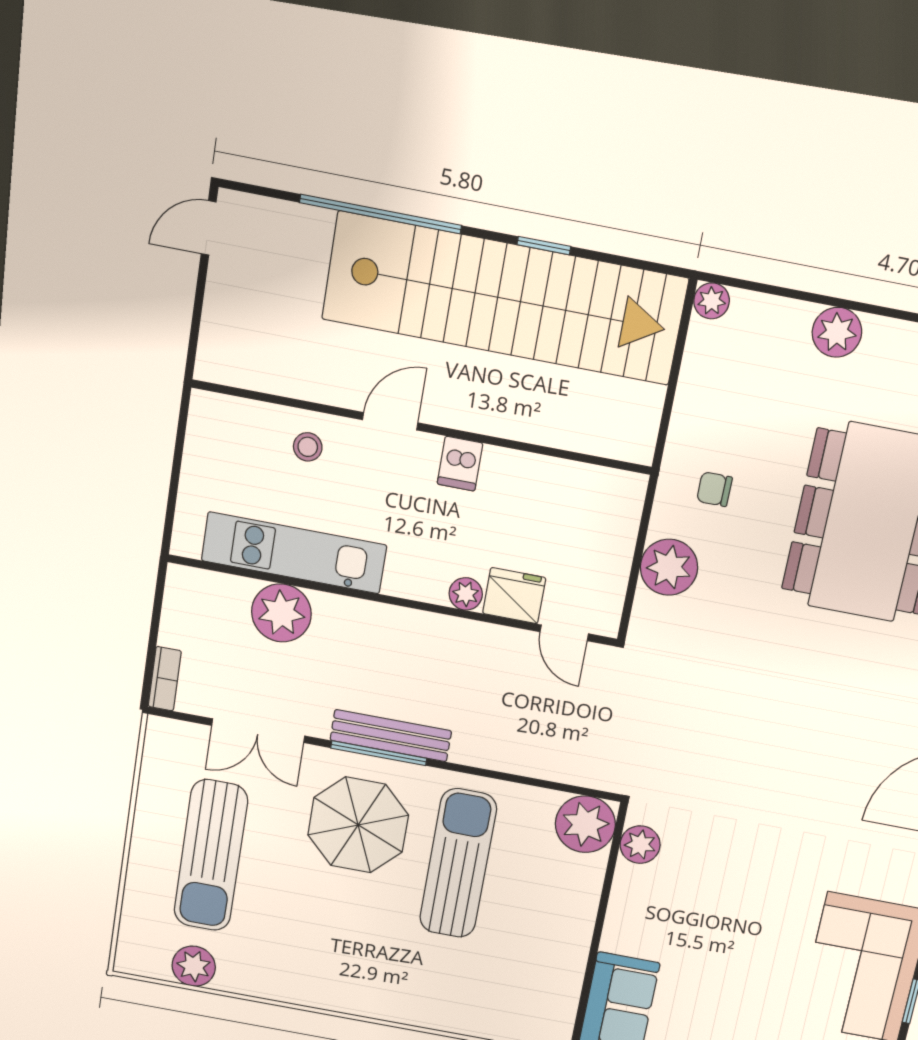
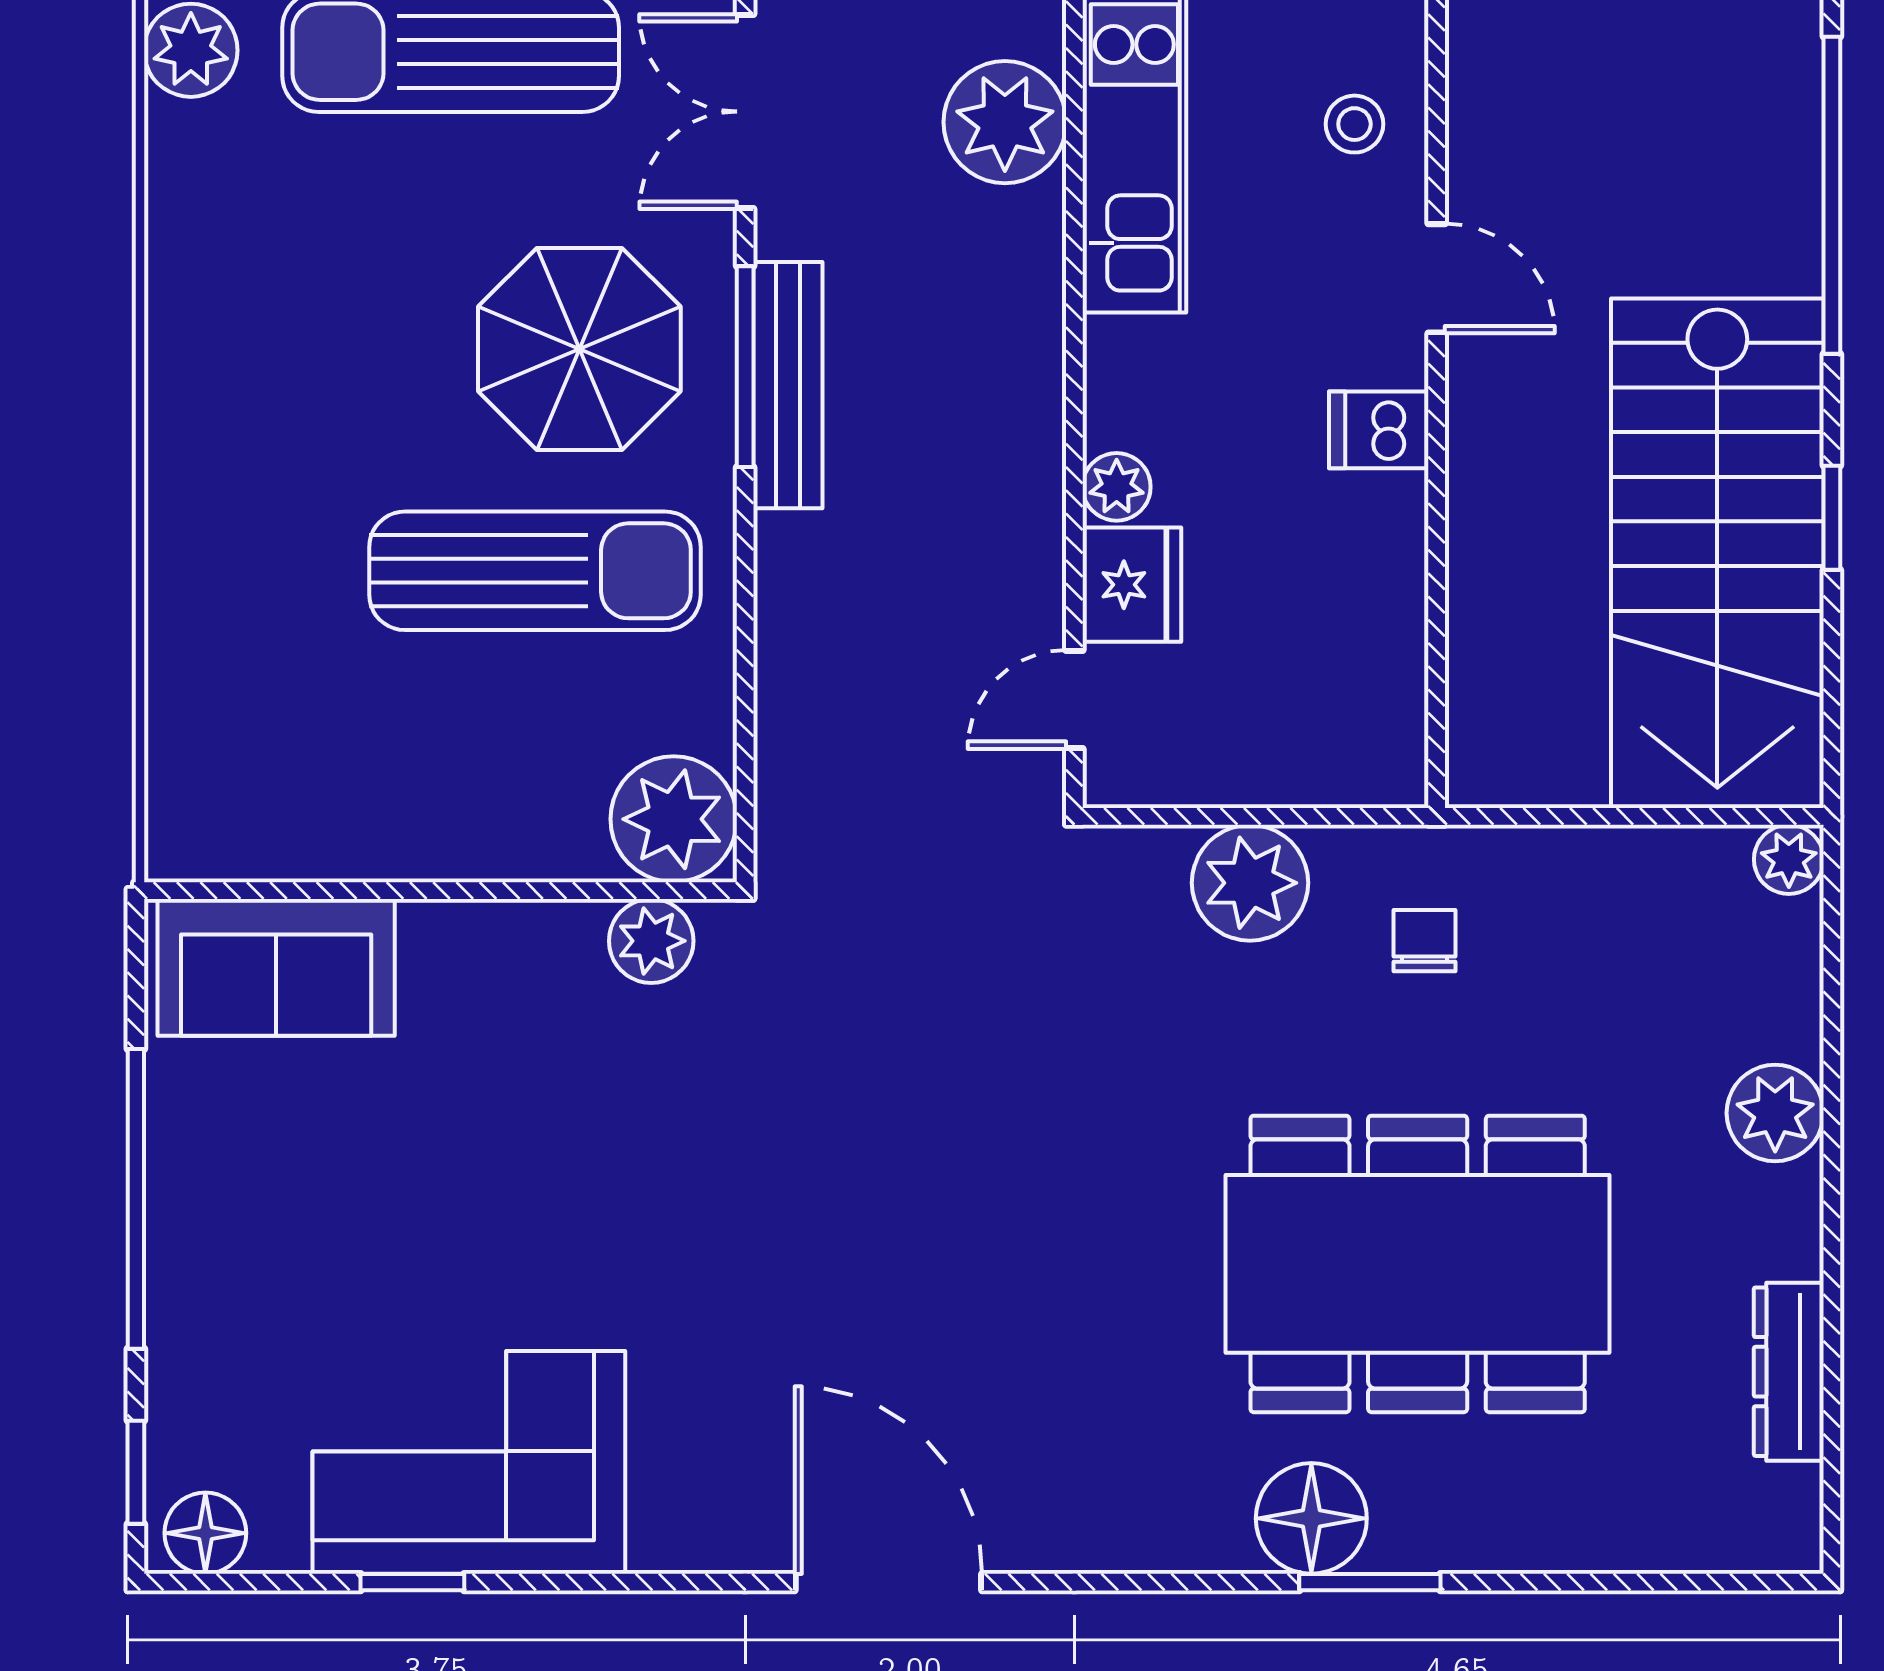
stairs: (505, 299) -> (1717, 553), width x0.73

